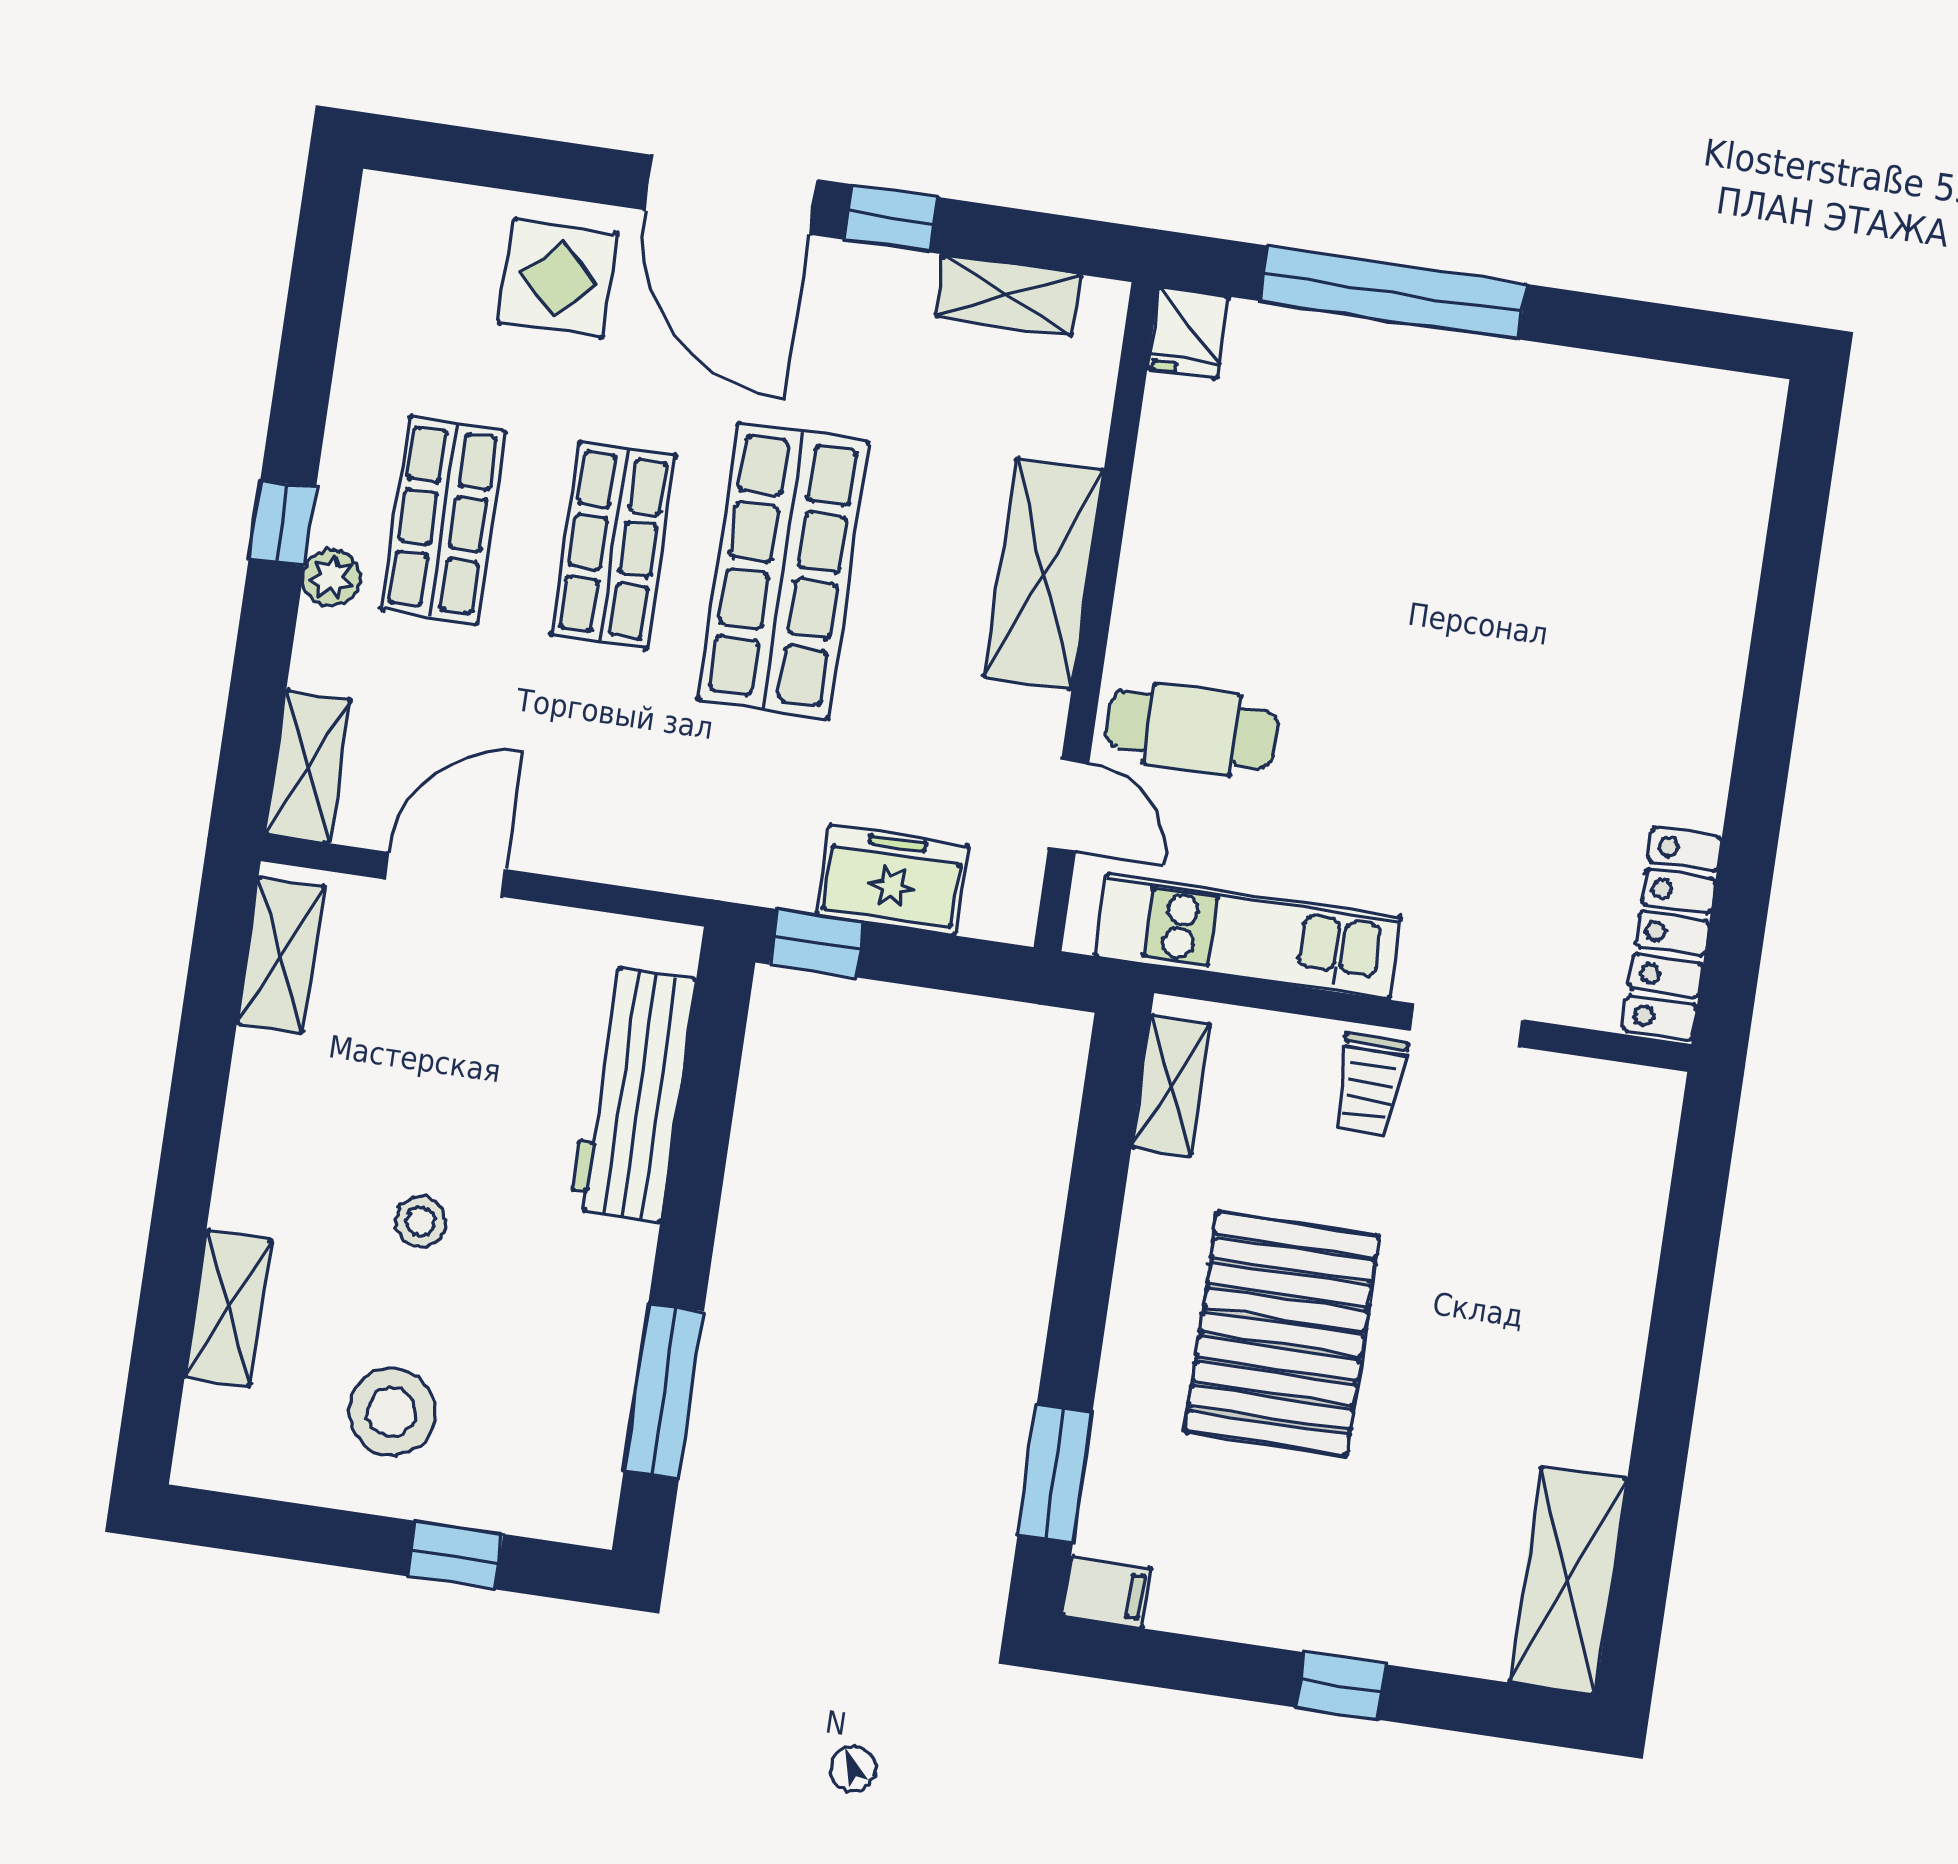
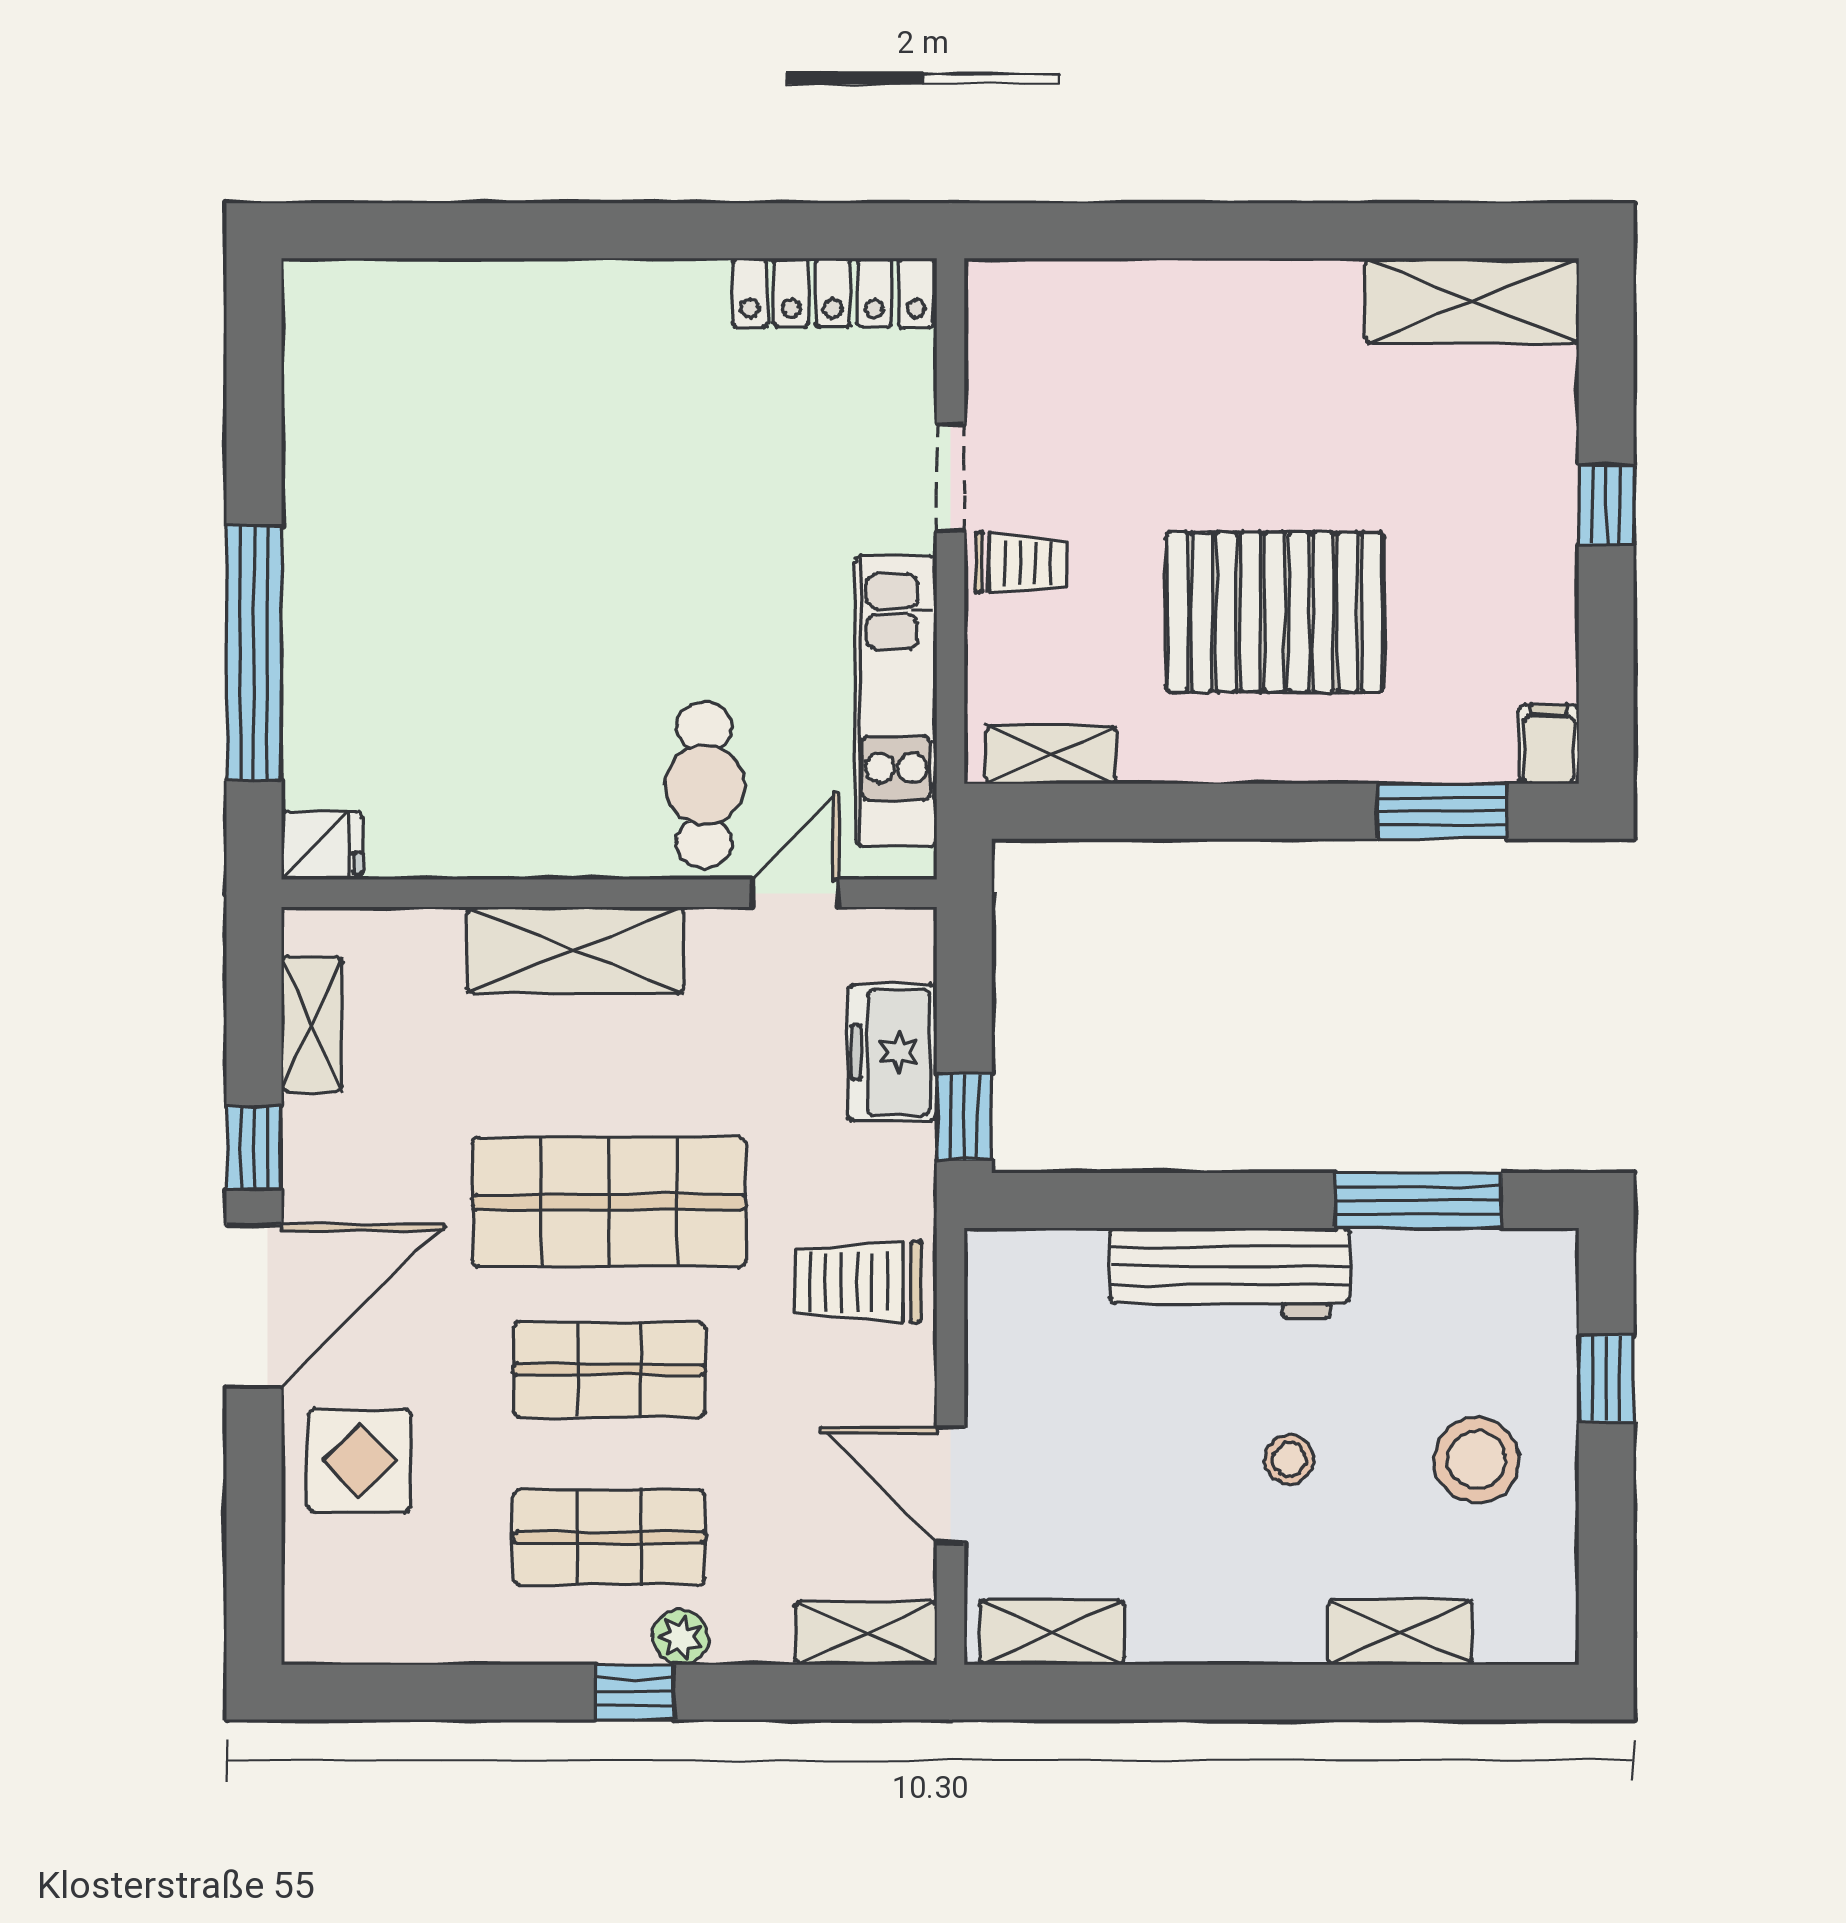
trolley: (665, 811) -> (858, 1282), added
workbench: (633, 1094) -> (1230, 1273), moved

